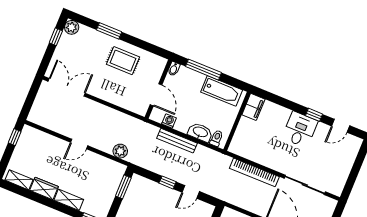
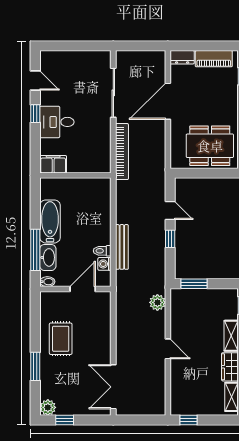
filing cabinet: (253, 107) -> (53, 164), moved
wall: (237, 121) -> (75, 175), moved
washbasin: (200, 132) -> (48, 257), moved, turned 180
toilet: (216, 138) -> (102, 251), moved

